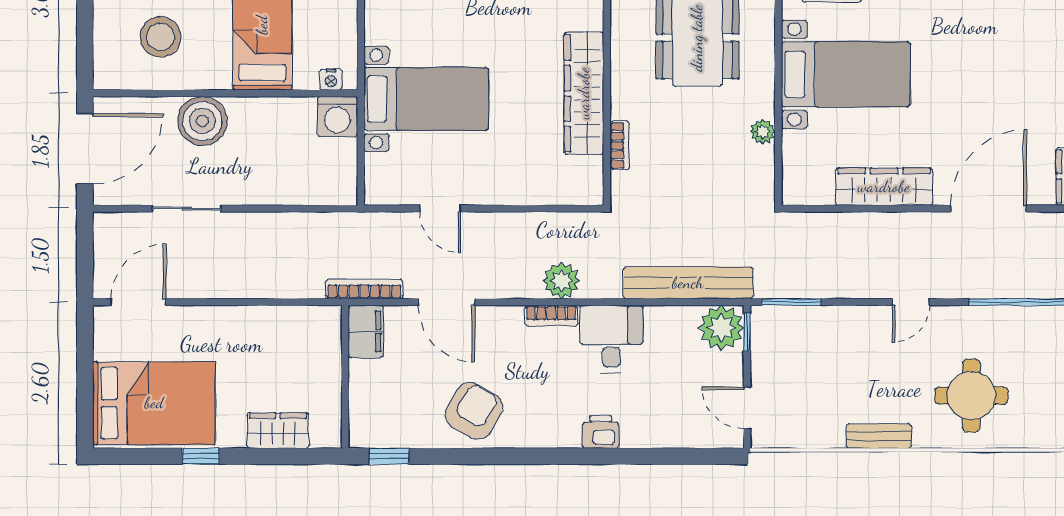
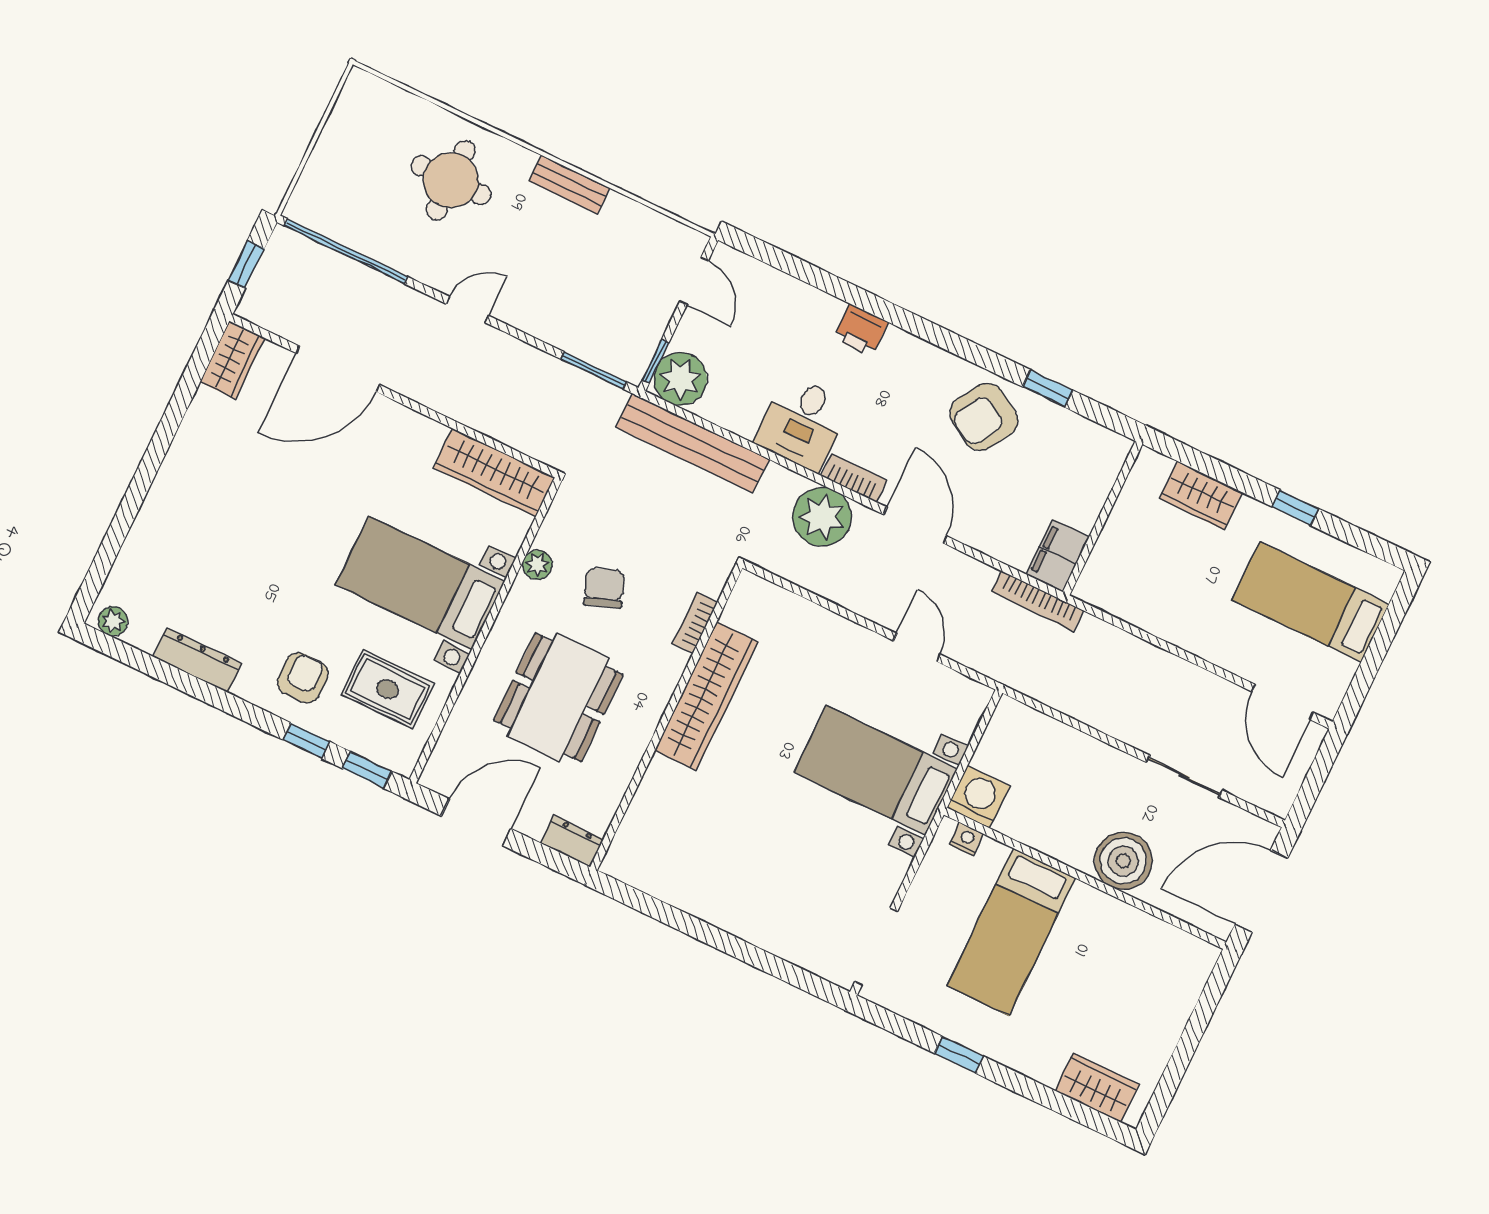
stool: (161, 37) -> (1125, 971), removed
chair: (703, 139) -> (604, 588), added
wardrobe: (884, 187) -> (494, 473), moved
plant: (561, 281) -> (822, 517), width x1.36, depth x1.36
door: (139, 302) -> (1283, 702), hinge flipped
door: (446, 302) -> (915, 525), moved
bed: (154, 403) -> (1311, 602), width x0.67
window: (389, 456) -> (1048, 388), moved

